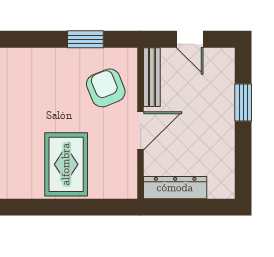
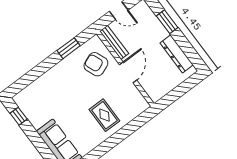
rug: (66, 164) -> (104, 115), width x0.73, depth x0.70
dresser: (175, 188) -> (177, 54), moved, turned -90

